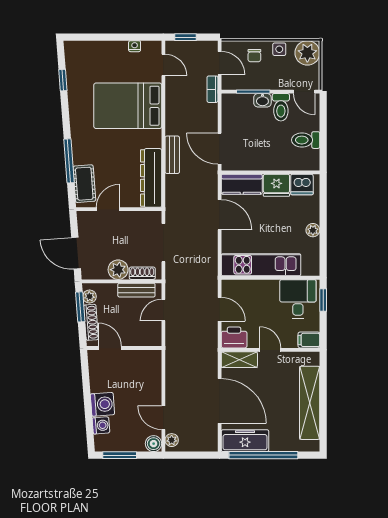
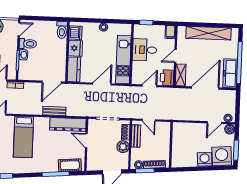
bed: (128, 106) -> (23, 137), width x0.67
toilet: (306, 140) -> (62, 30), moved
door: (108, 209) -> (86, 141), moved
door: (220, 215) -> (102, 84), moved
desk: (298, 299) -> (145, 50), moved
door: (110, 348) -> (171, 153), removed
washing machine: (101, 425) -> (222, 156), width x1.89, depth x1.89

